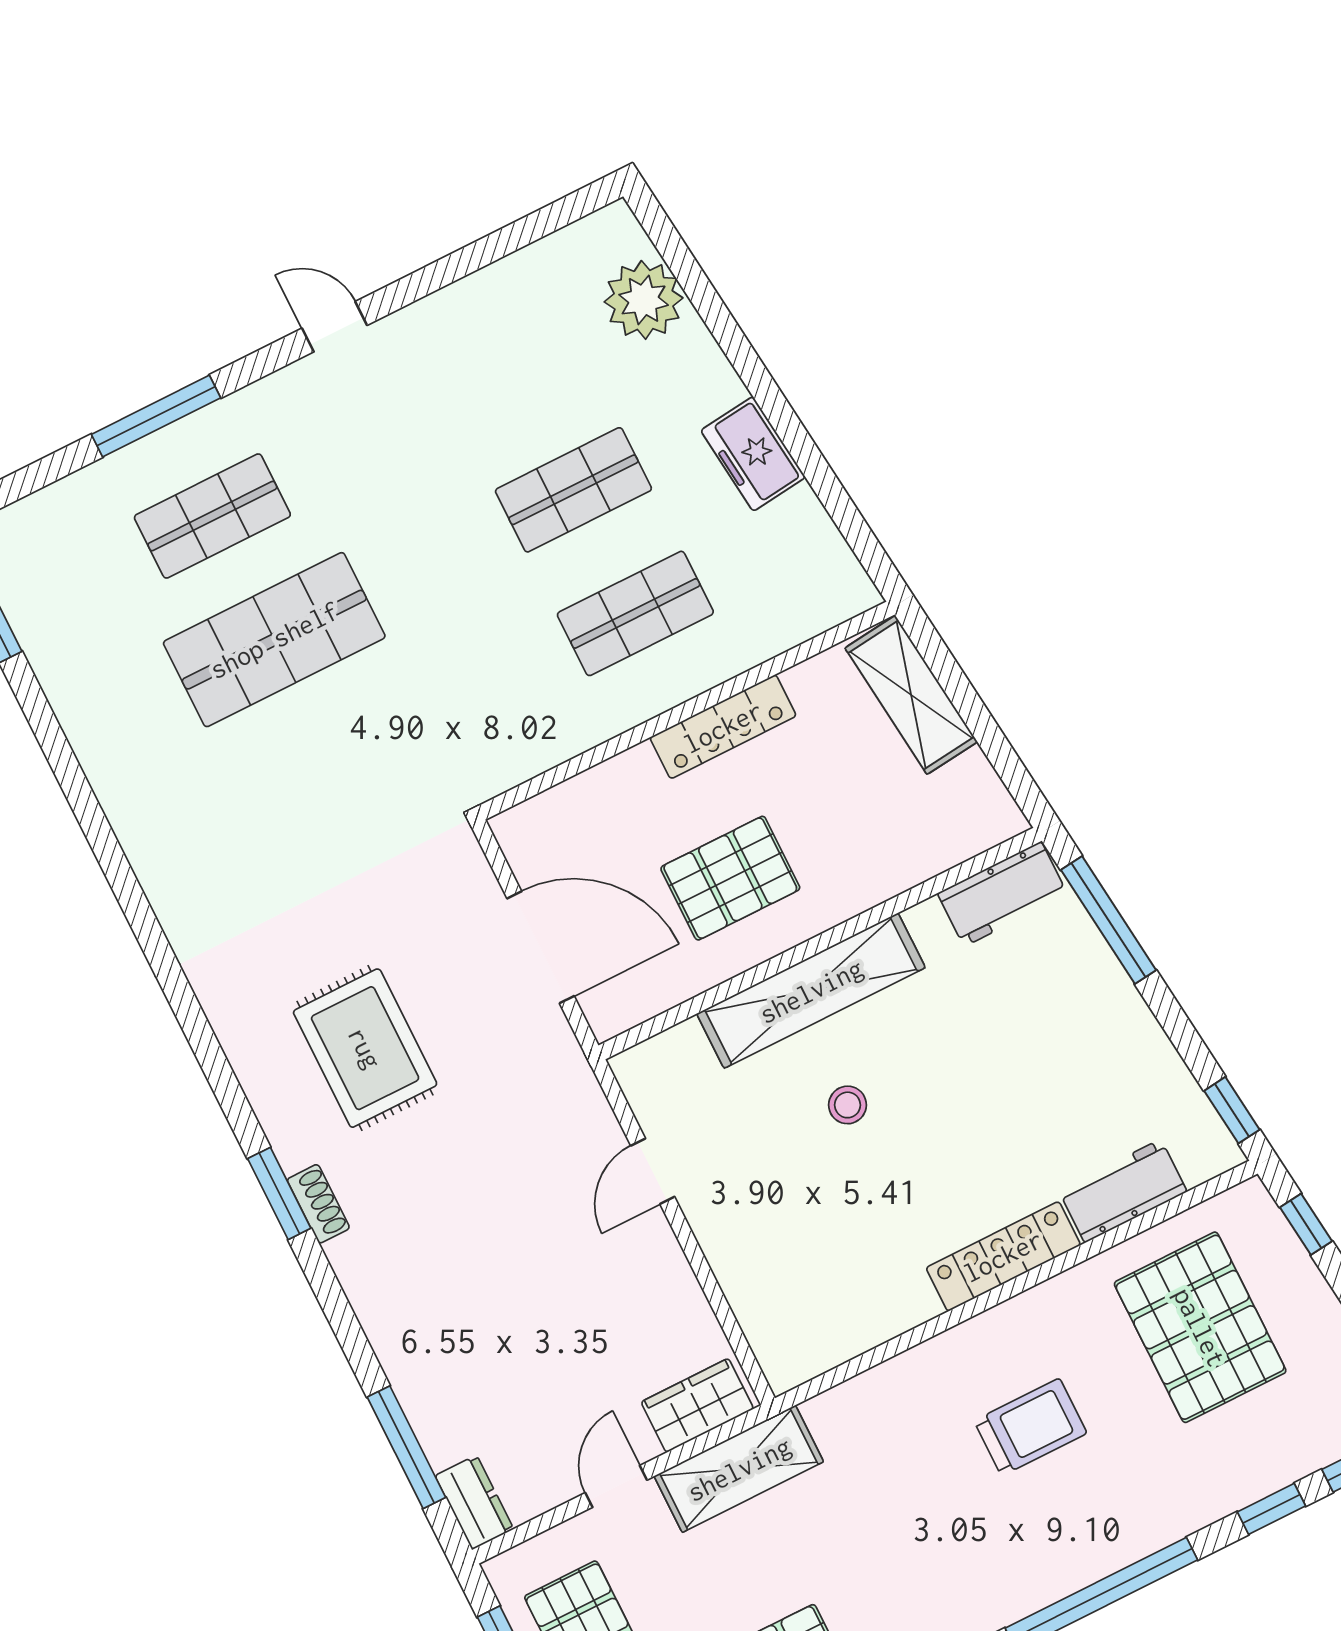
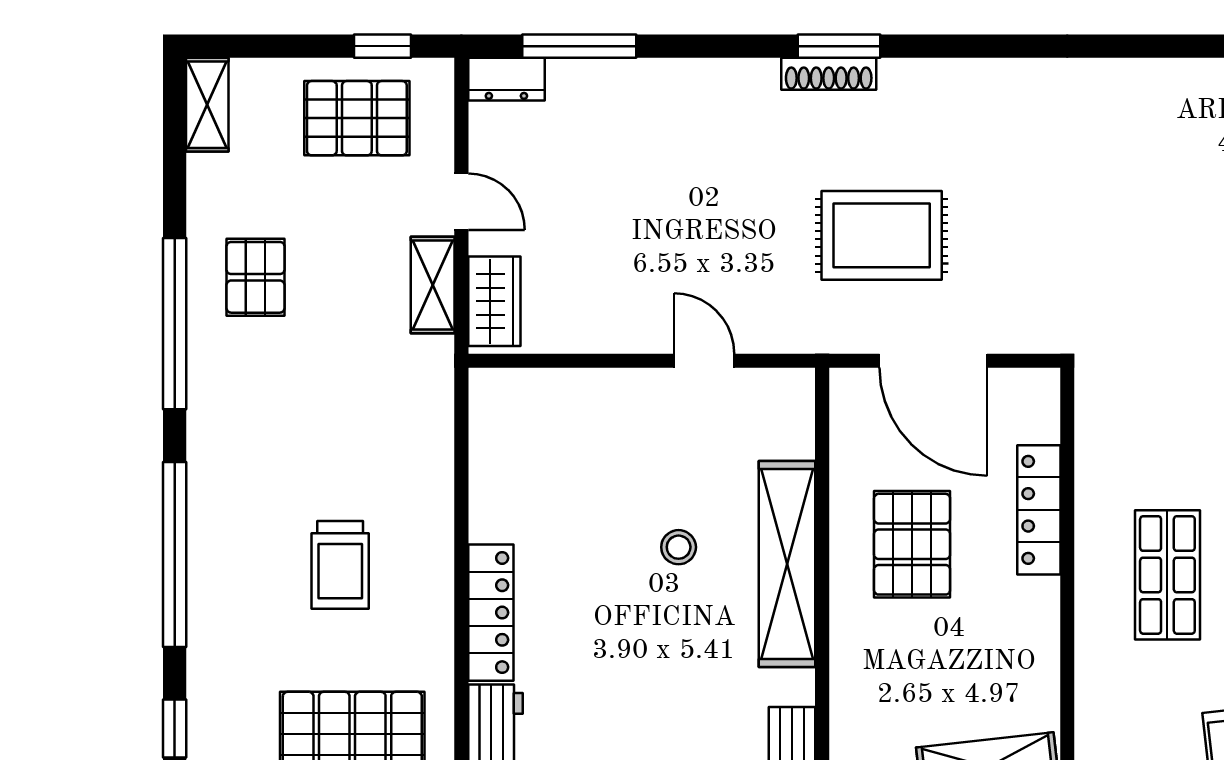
locker: (723, 727) -> (1039, 510), moved
door: (541, 947) -> (933, 361), hinge flipped
rug: (365, 1048) -> (882, 235), moved
shoe rack: (318, 1204) -> (829, 74), width x1.43
shelving: (739, 1469) -> (433, 285), width x0.67, depth x0.75

